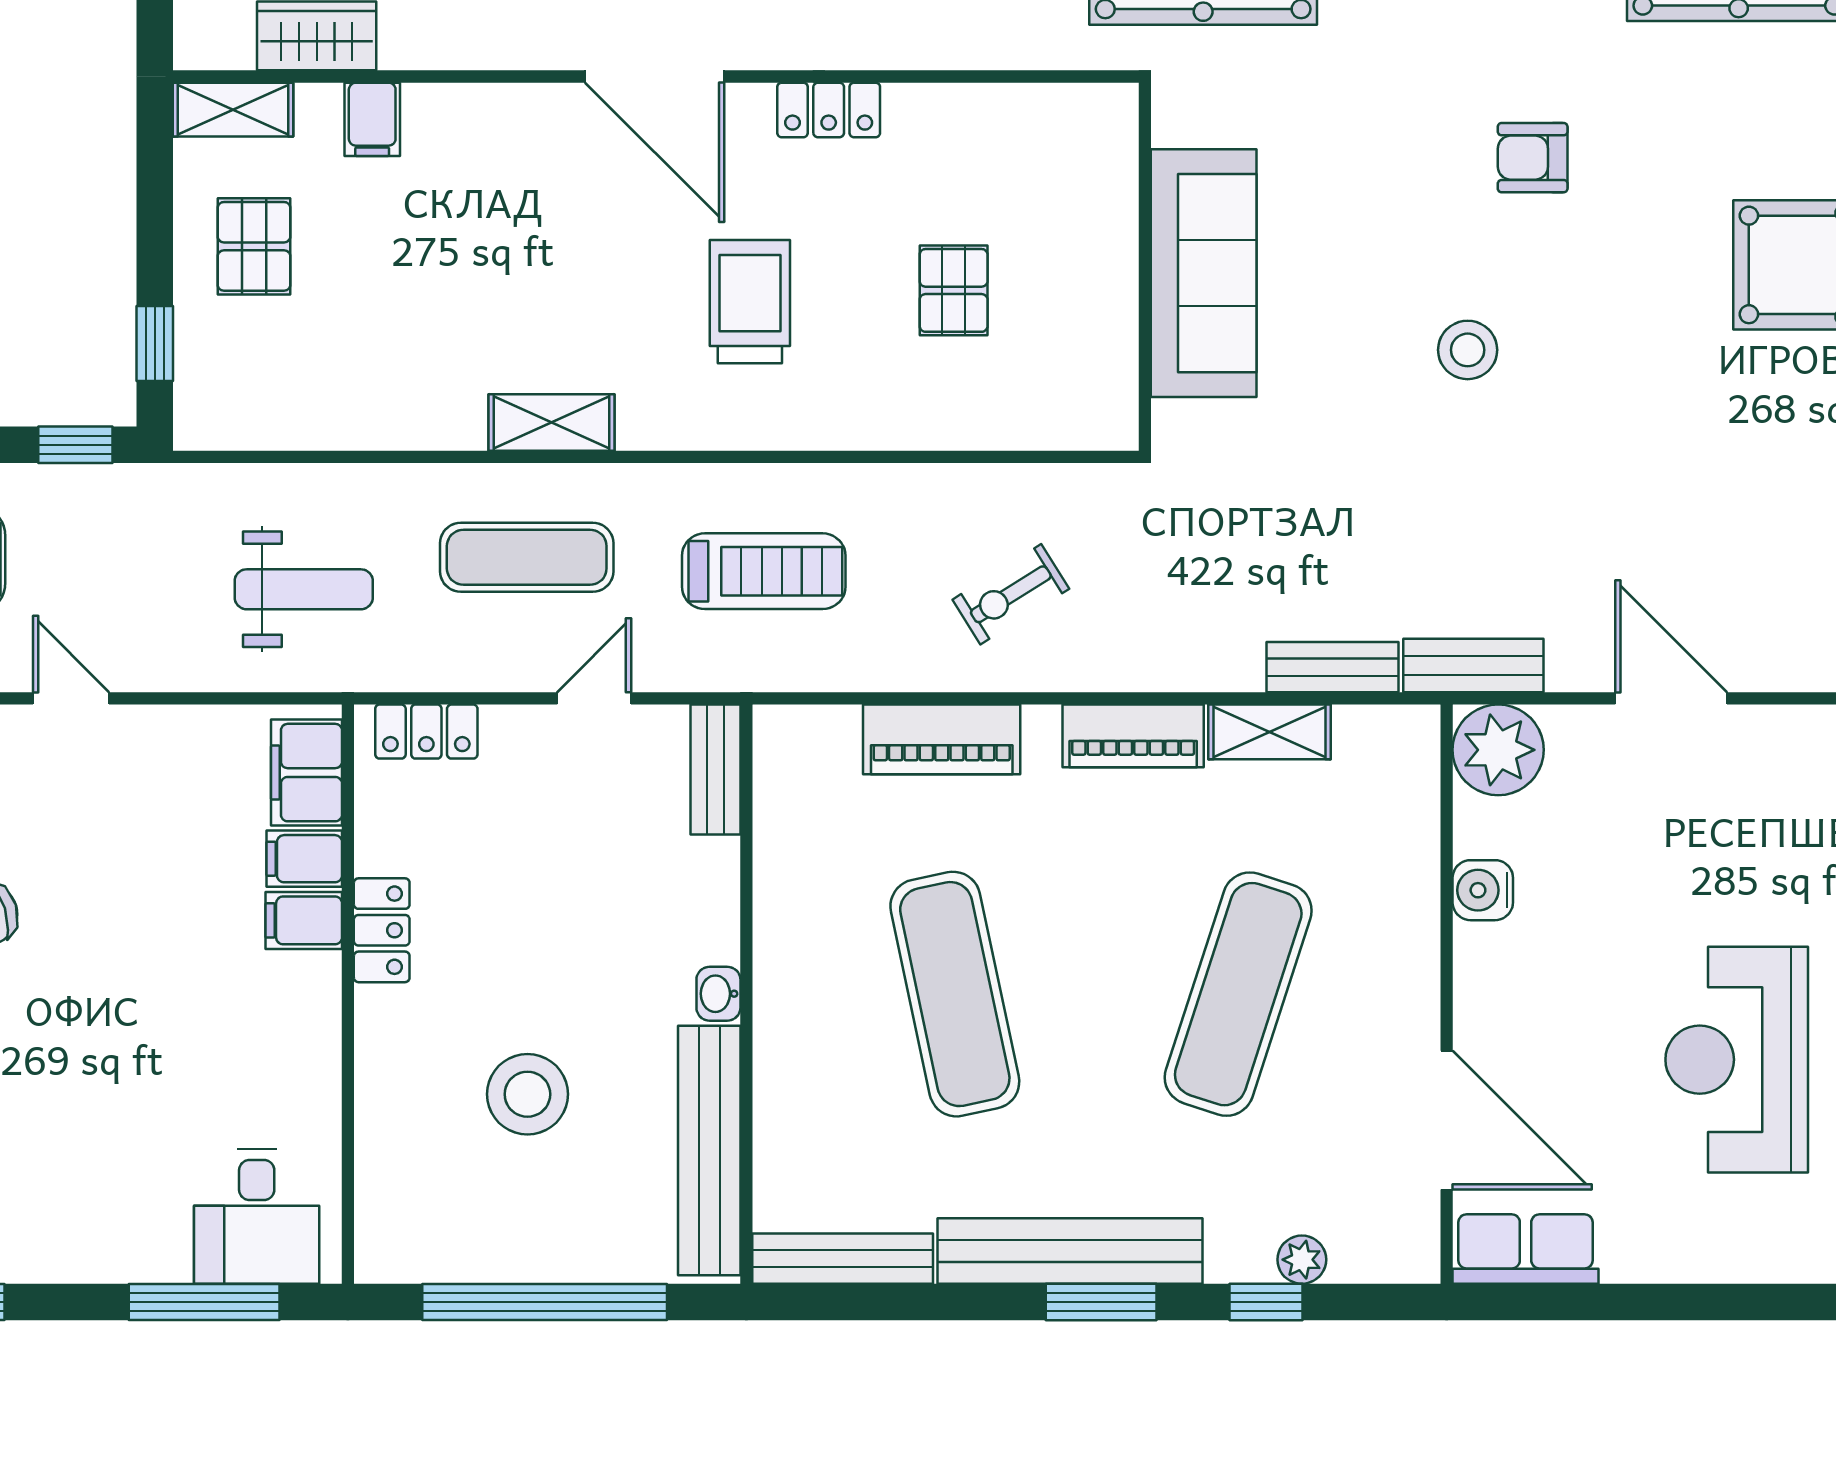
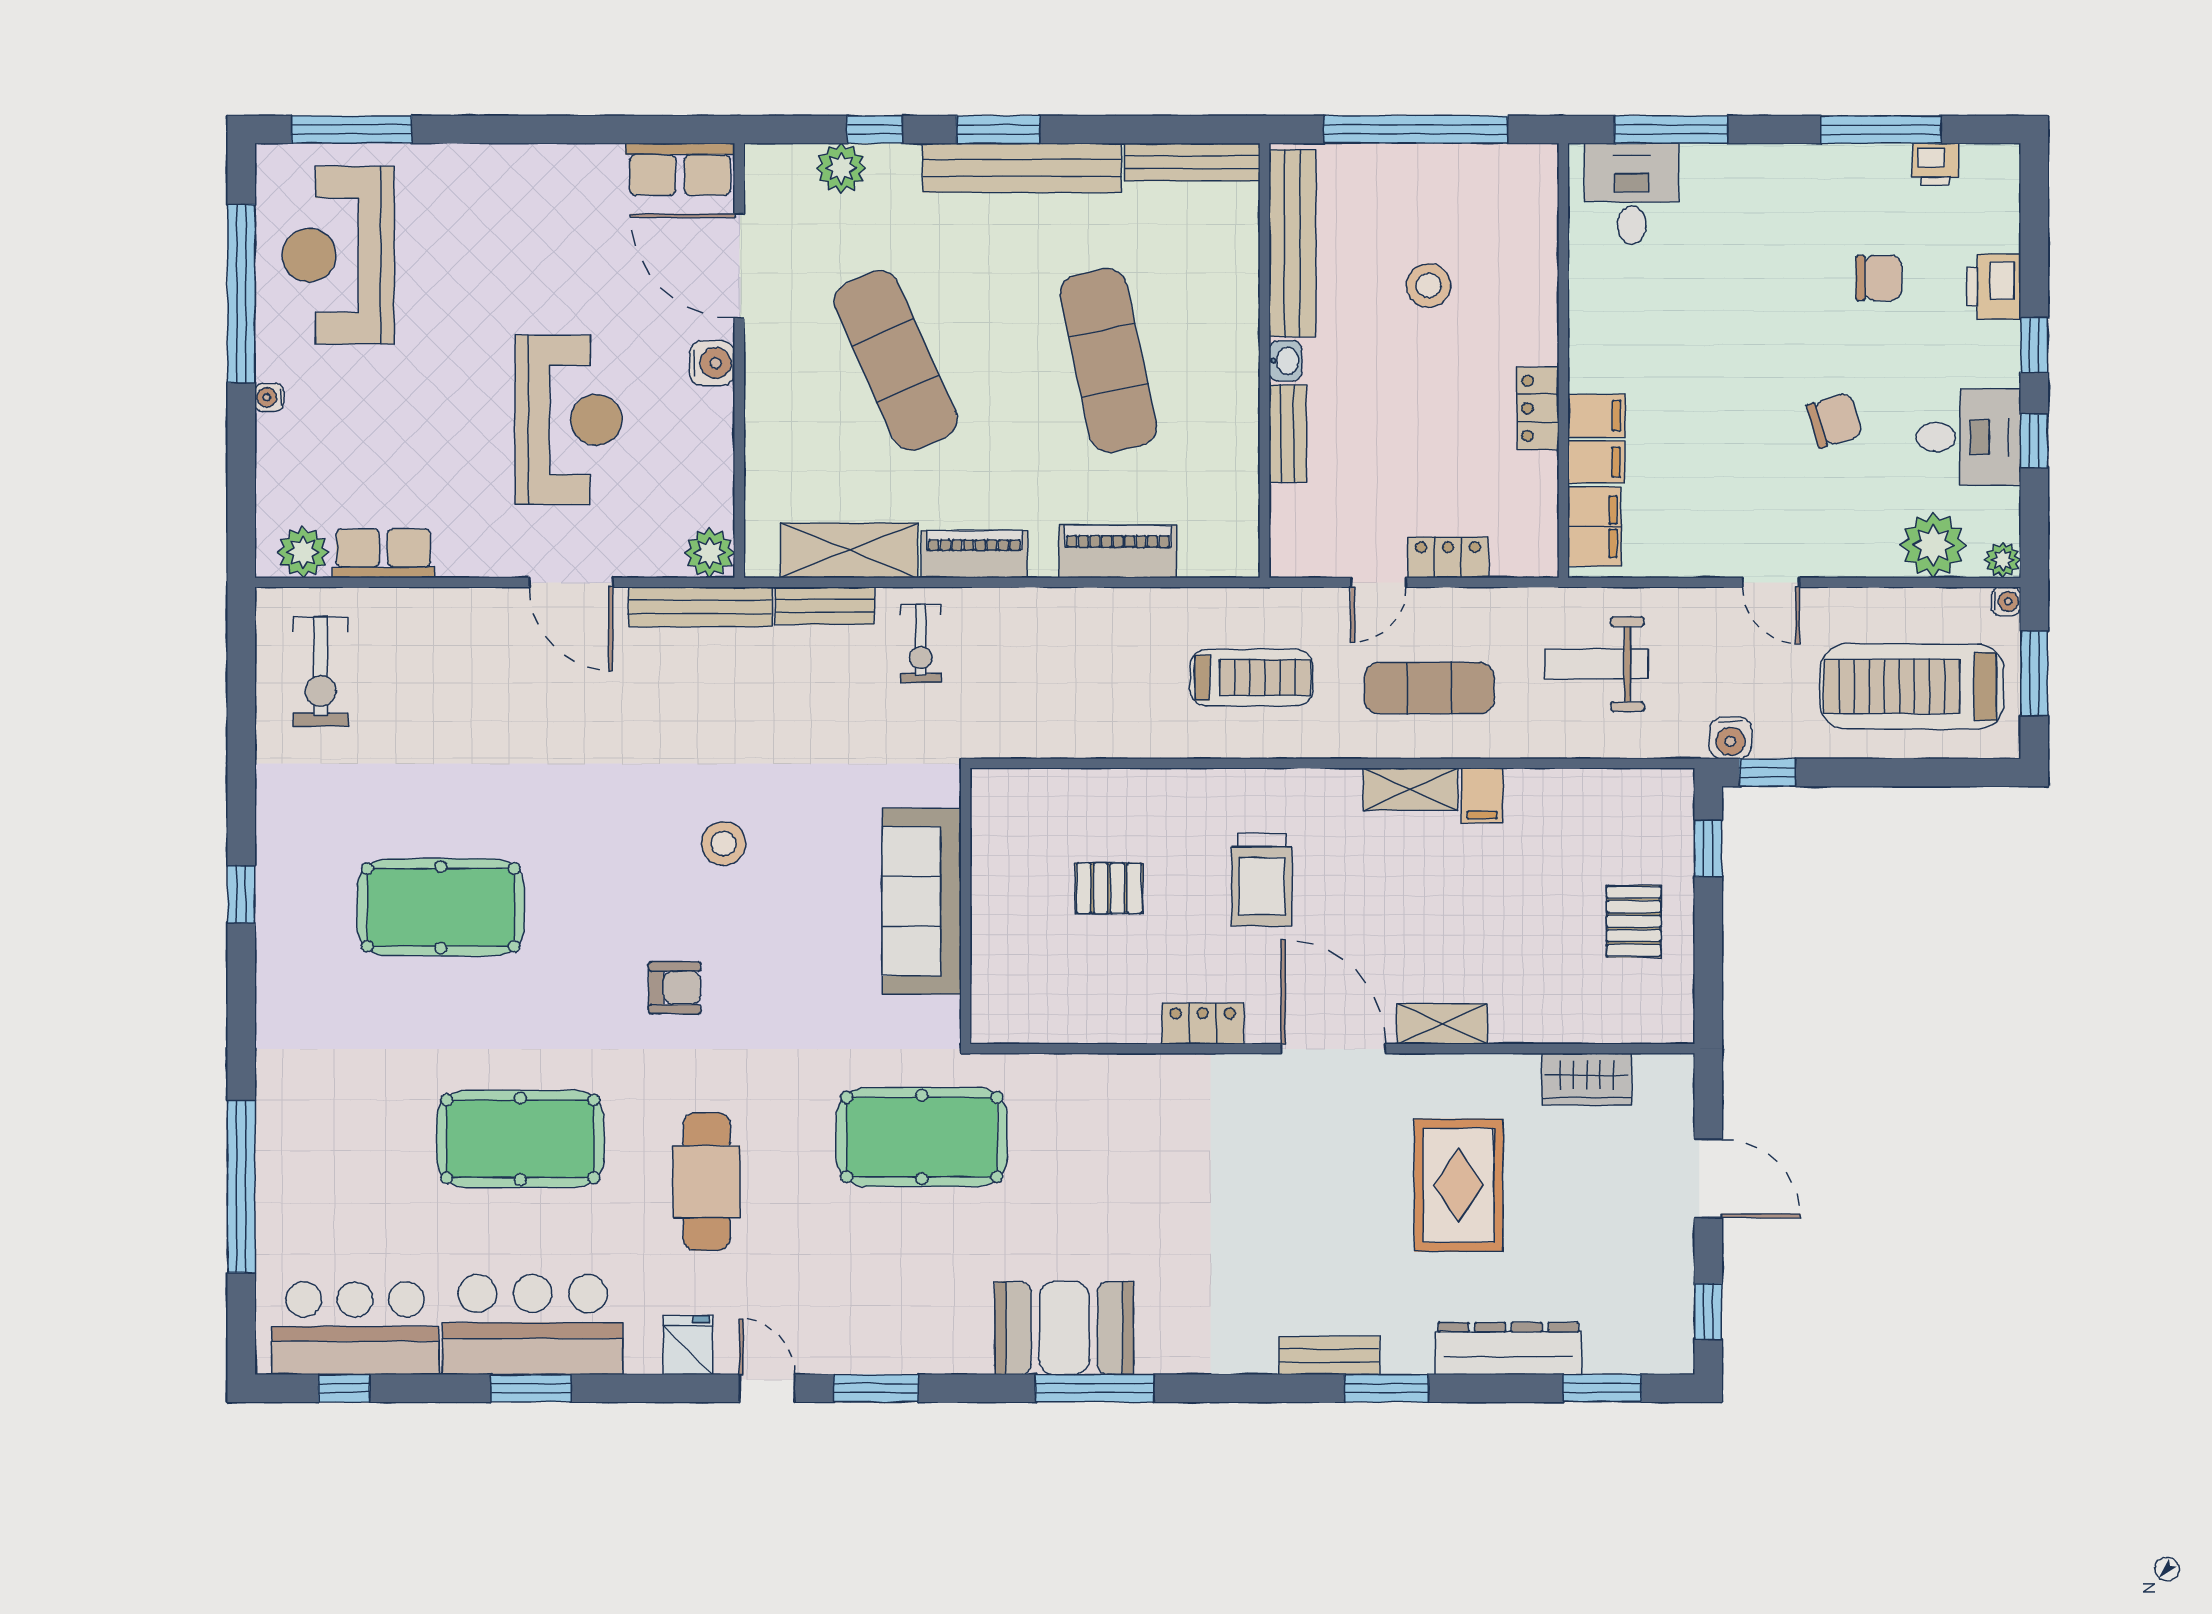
shelving: (233, 110) -> (1442, 1024), moved
filing cabinet: (372, 119) -> (1482, 796), moved, turned 180
pallet: (954, 290) -> (1109, 888), turned 90
water cooler: (125, 491) -> (1730, 738), added
treadmill: (764, 571) -> (1251, 678), turned 180
exercise bike: (1011, 594) -> (921, 643), moved, turned 122
bench: (1473, 665) -> (700, 607), width x1.36
locker: (426, 732) -> (1448, 557), moved
shelving: (1270, 732) -> (849, 550), width x1.50, depth x1.33
plant: (1498, 750) -> (710, 553), width x0.73, depth x0.73
bench: (715, 769) -> (1288, 434), moved
water cooler: (1483, 890) -> (712, 363), moved
exercise mat: (1238, 994) -> (896, 360), turned -42
reception desk: (1737, 1060) -> (569, 420), moved
stool: (527, 1094) -> (1429, 285), width x0.73, depth x0.73
plant: (1302, 1260) -> (841, 168), width x1.38, depth x1.38

